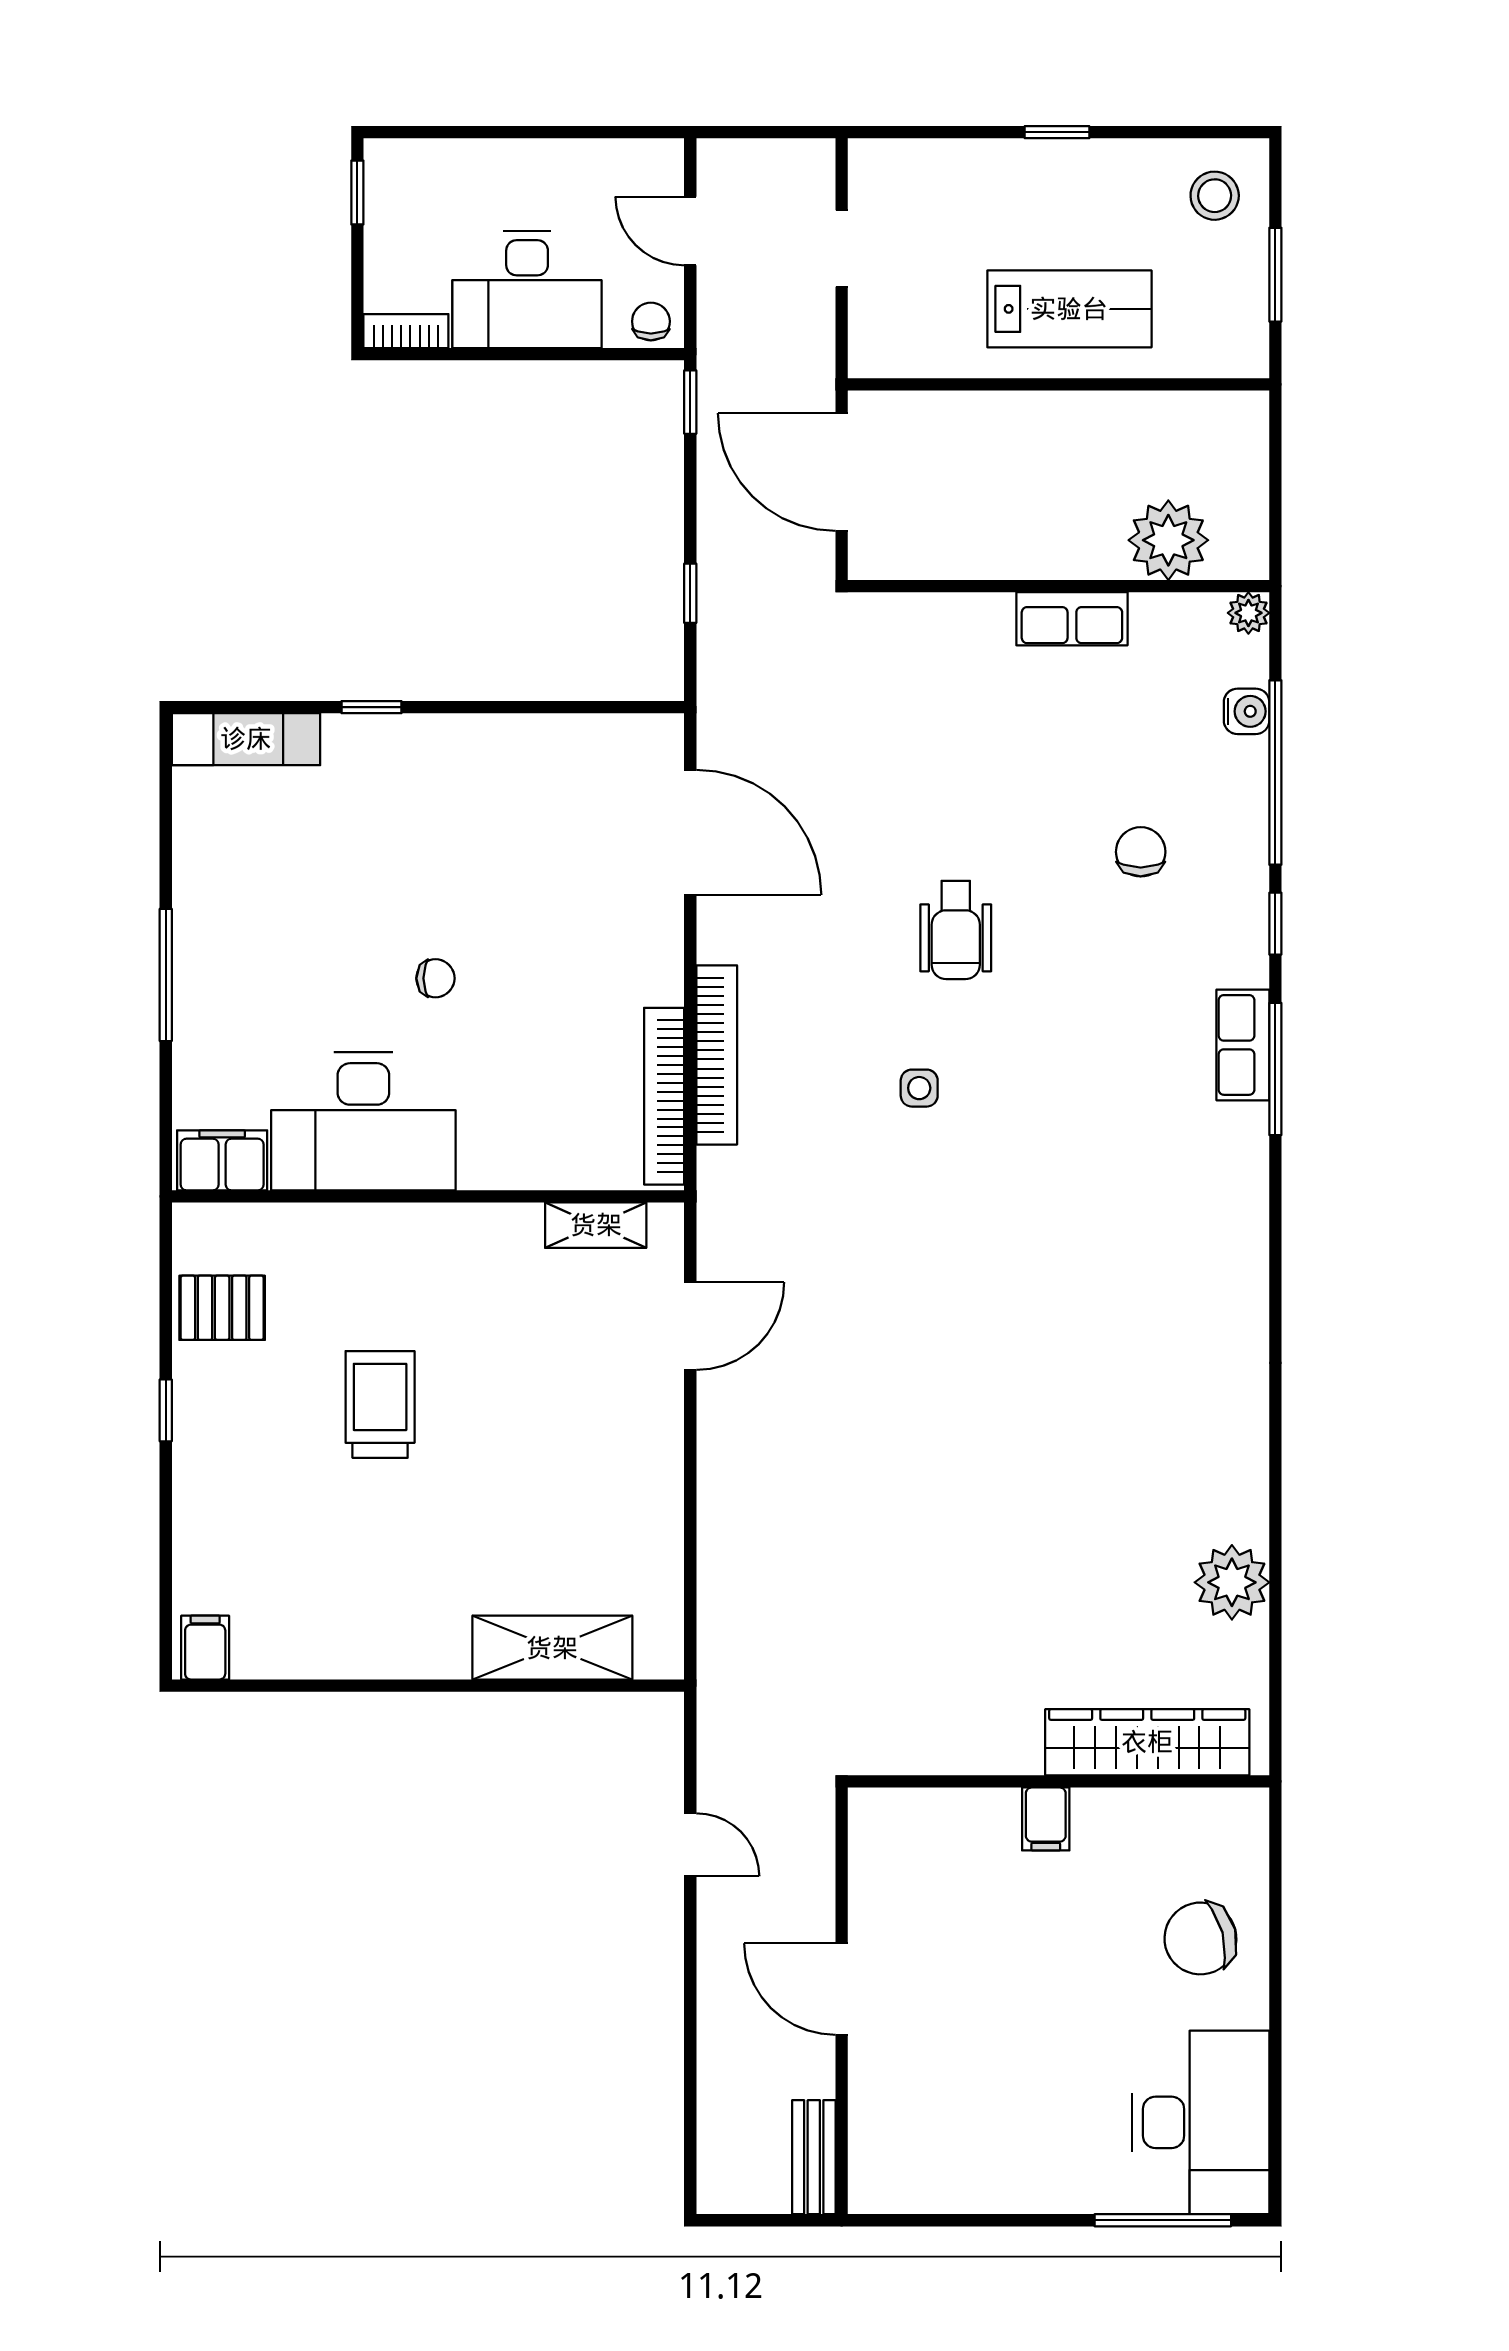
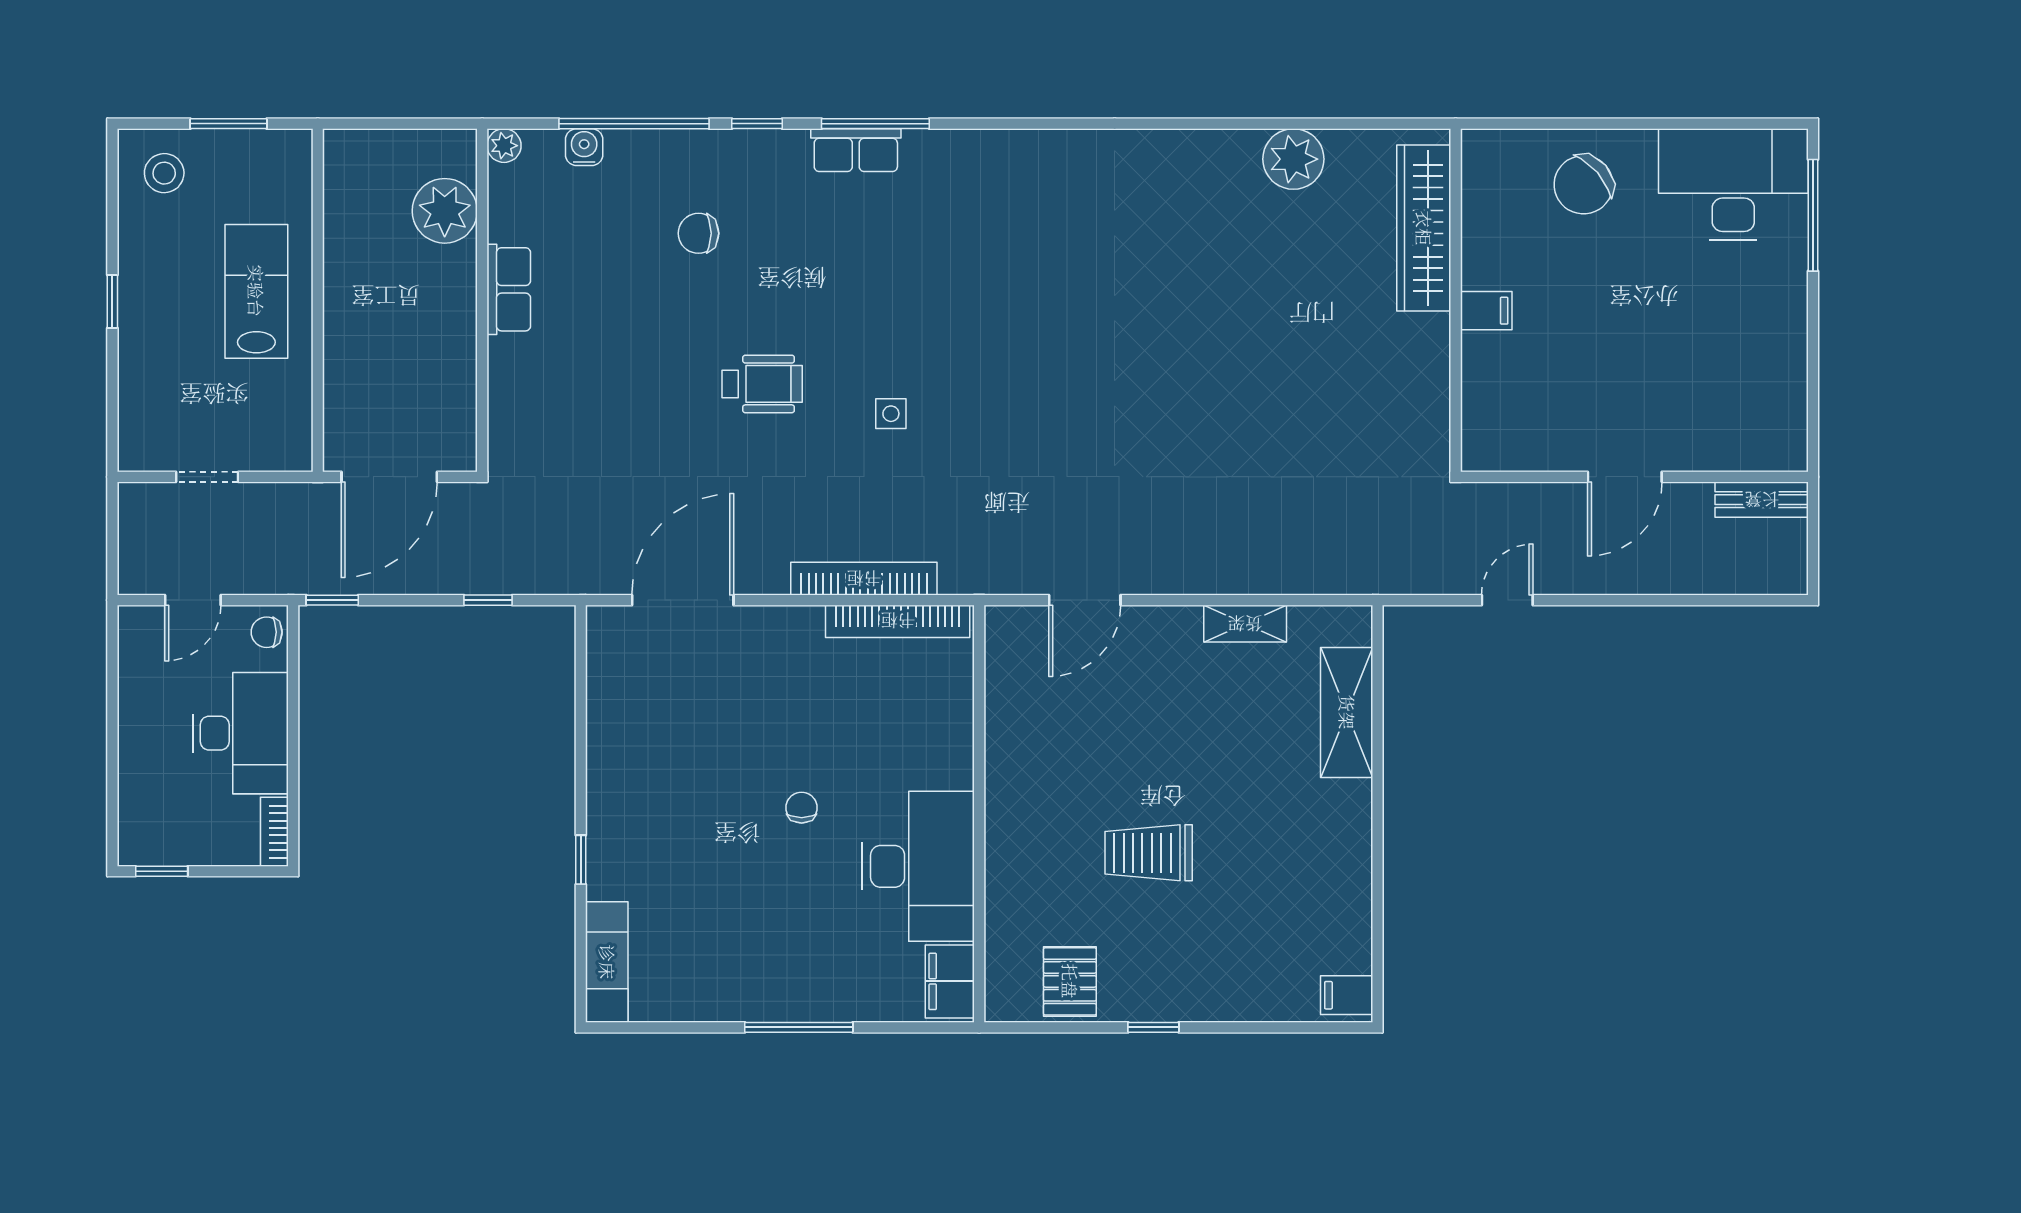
shelving: (596, 1225) -> (1245, 624), moved, turned 90
door: (690, 1326) -> (1085, 600), swing flipped
chair: (1200, 1938) -> (1583, 185), turned 64

